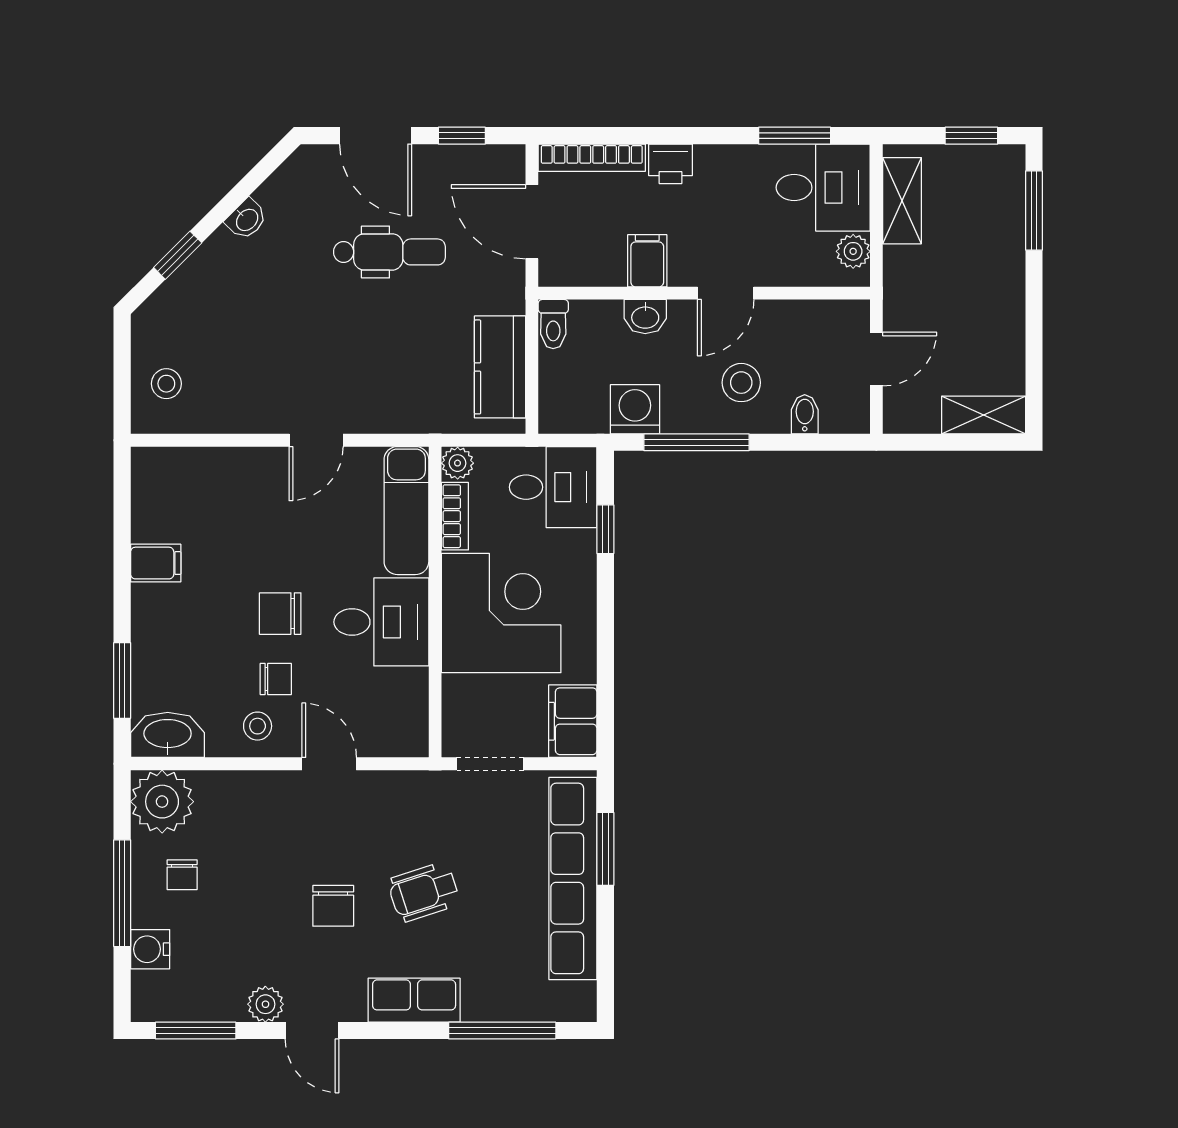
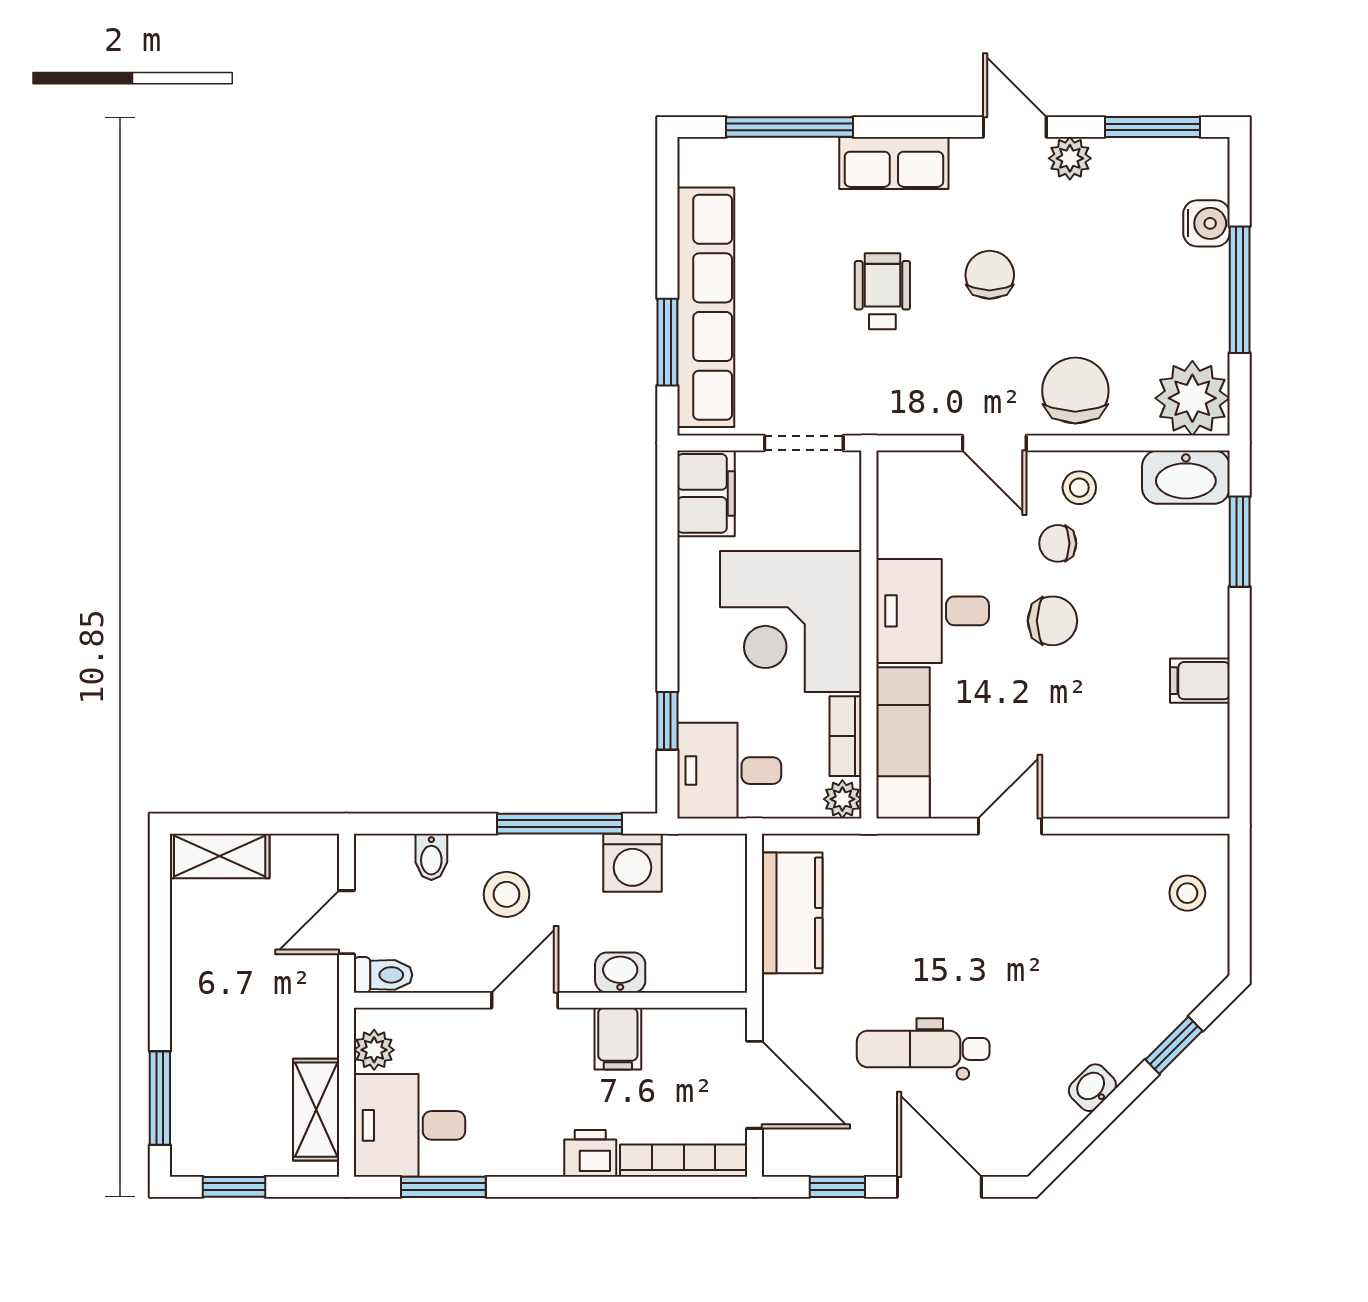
toilet: (553, 324) -> (383, 975), moved, turned 90
chair: (182, 875) -> (1075, 391), moved, width x1.87, depth x1.87
wheelchair: (424, 892) -> (882, 291), turned -72

